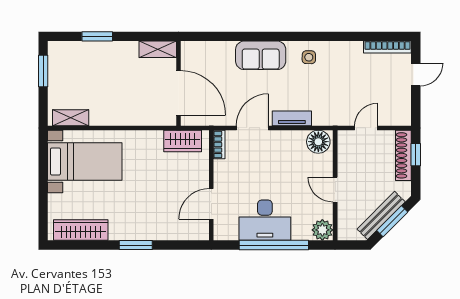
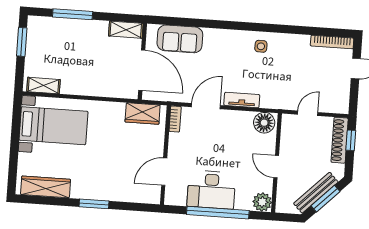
window: (97, 36) -> (73, 14), width x1.44
sofa: (261, 55) -> (180, 39), moved

